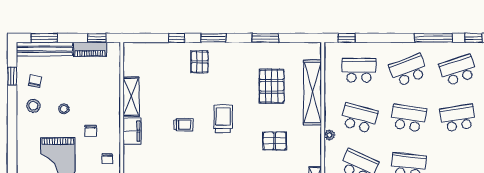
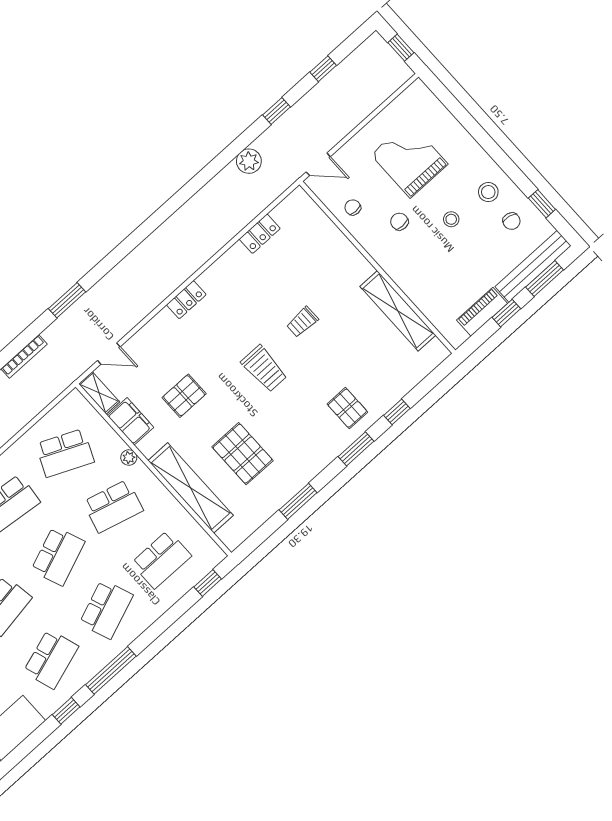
window: (97, 38) -> (506, 313), moved
shelving: (131, 97) -> (398, 311), width x1.47
school desk: (408, 118) -> (58, 556), turned -30
filing cabinet: (132, 131) -> (131, 421), moved, turned 180

